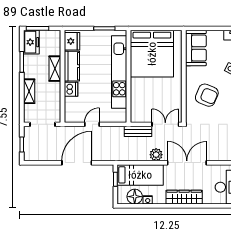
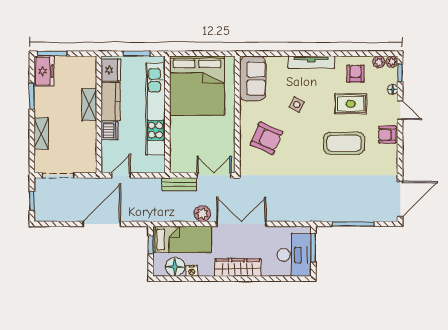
fridge: (72, 41) -> (111, 70), moved
kitchen counter: (72, 66) -> (111, 102), moved
shelving: (55, 69) -> (89, 105), moved
wall: (63, 76) -> (99, 114), moved
dishwasher: (71, 89) -> (110, 131), moved

